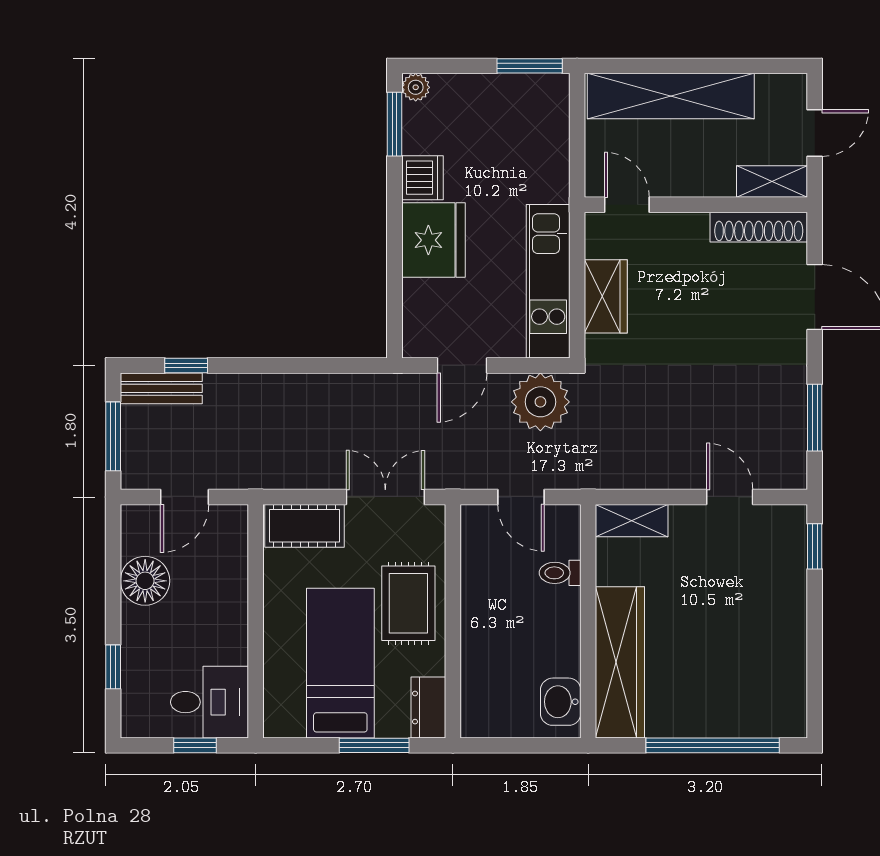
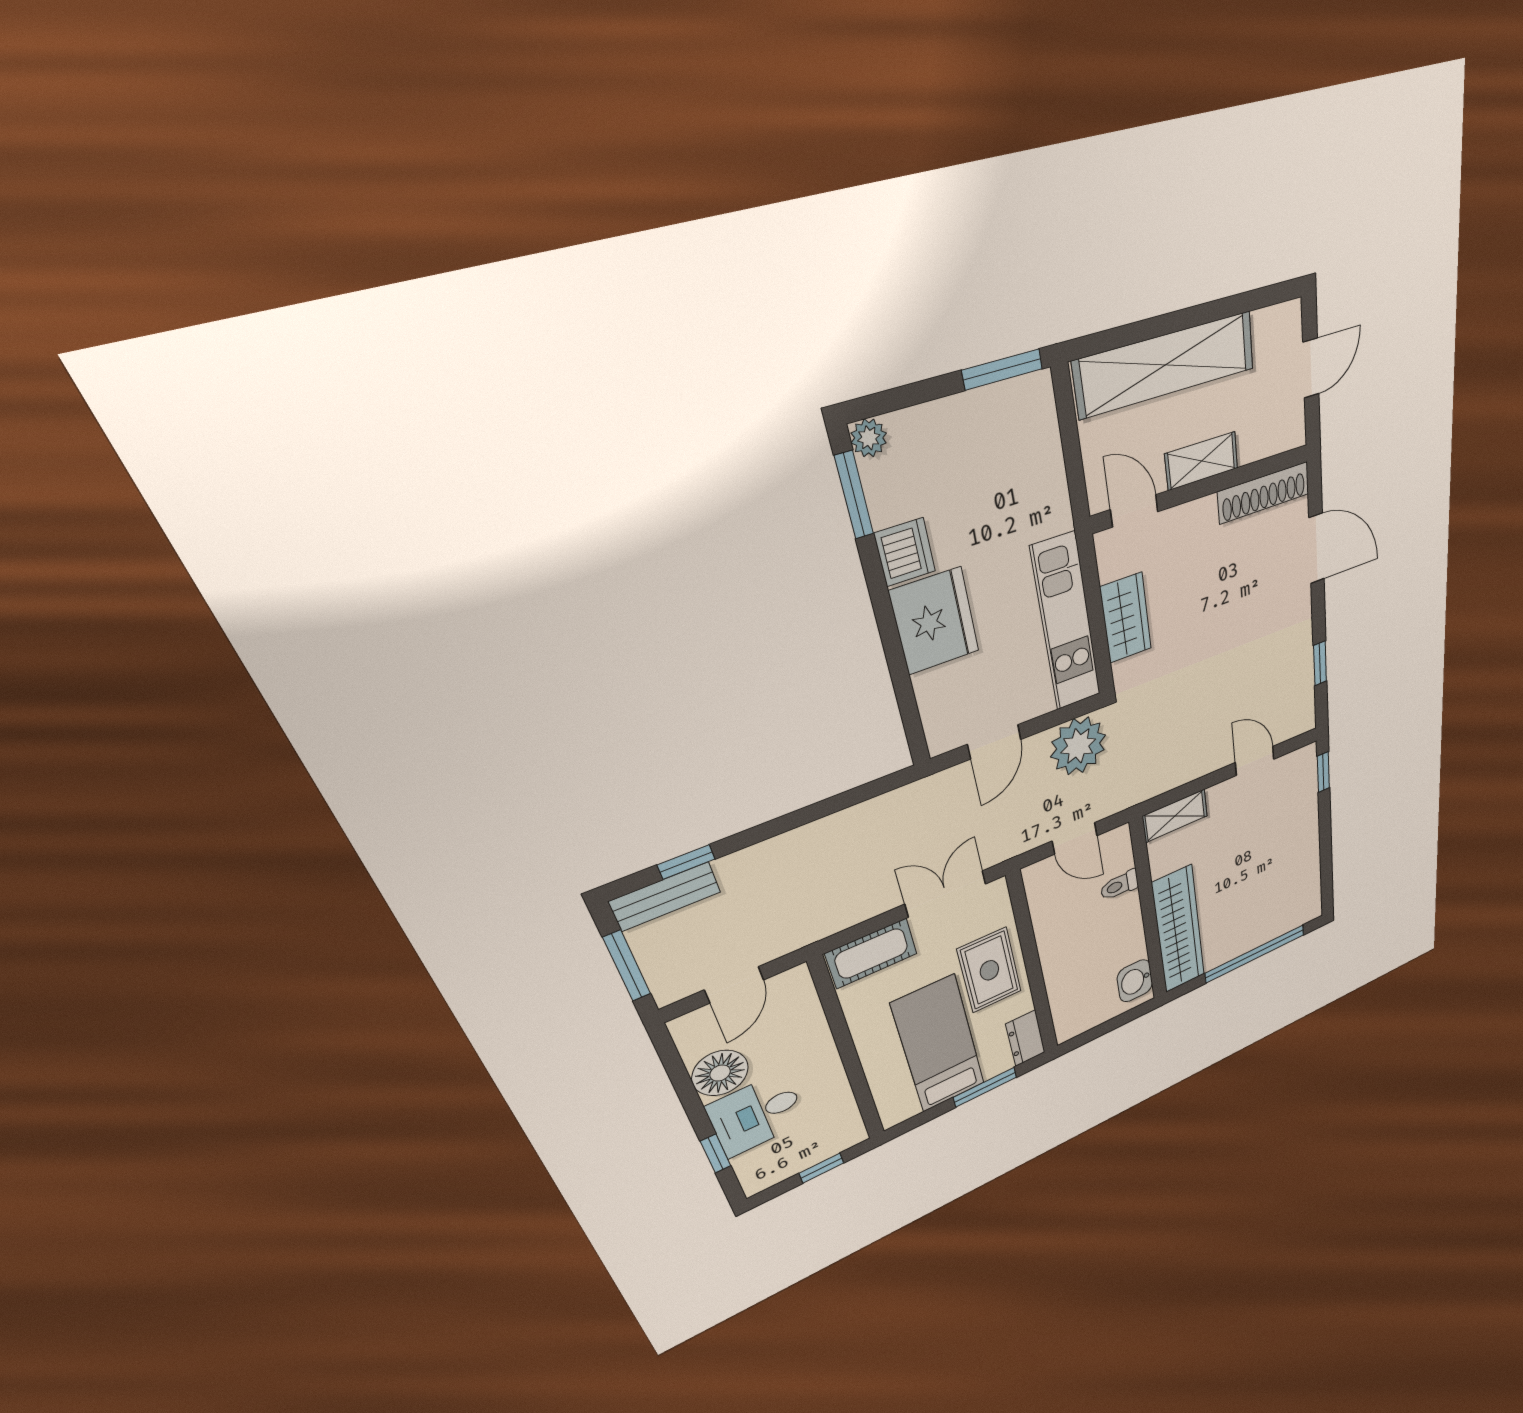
shelving: (772, 182) -> (1201, 461), moved
window: (815, 418) -> (1320, 663), width x0.67
desk: (209, 702) -> (756, 1114), moved, turned 180

